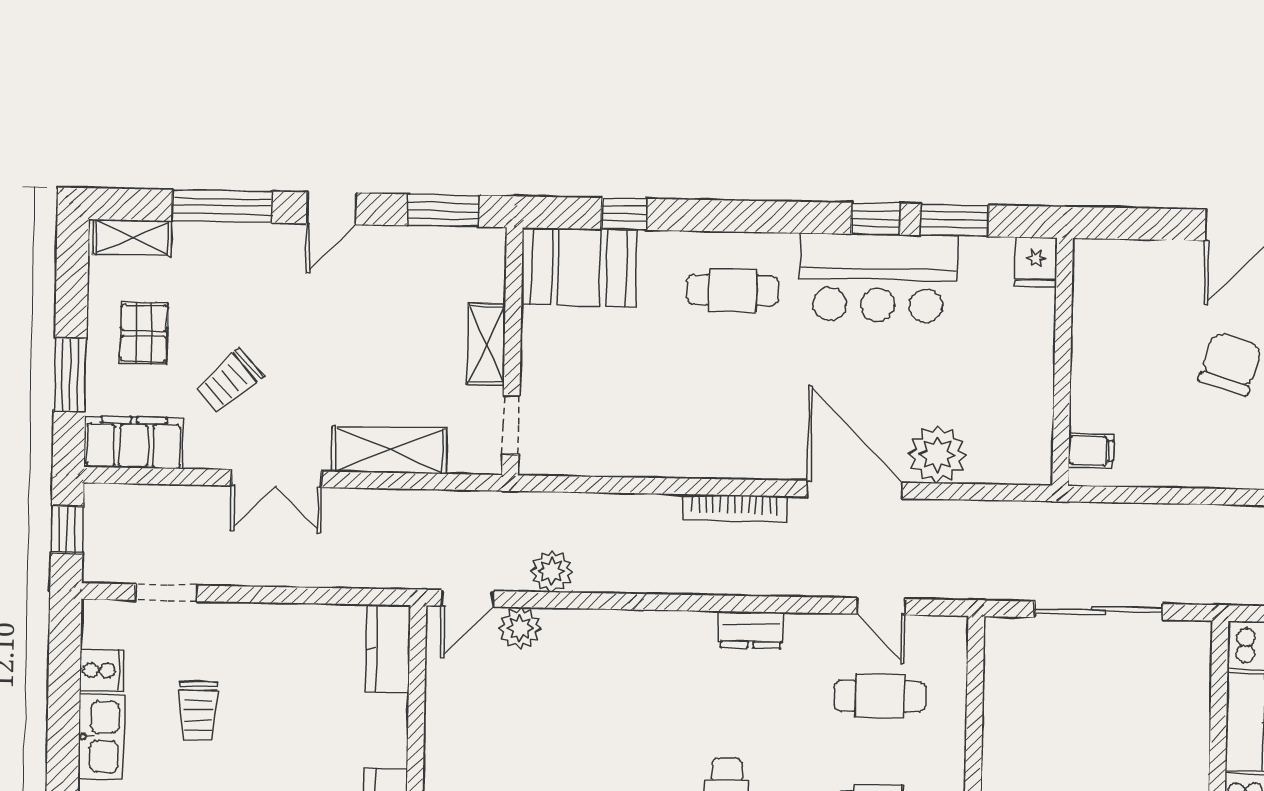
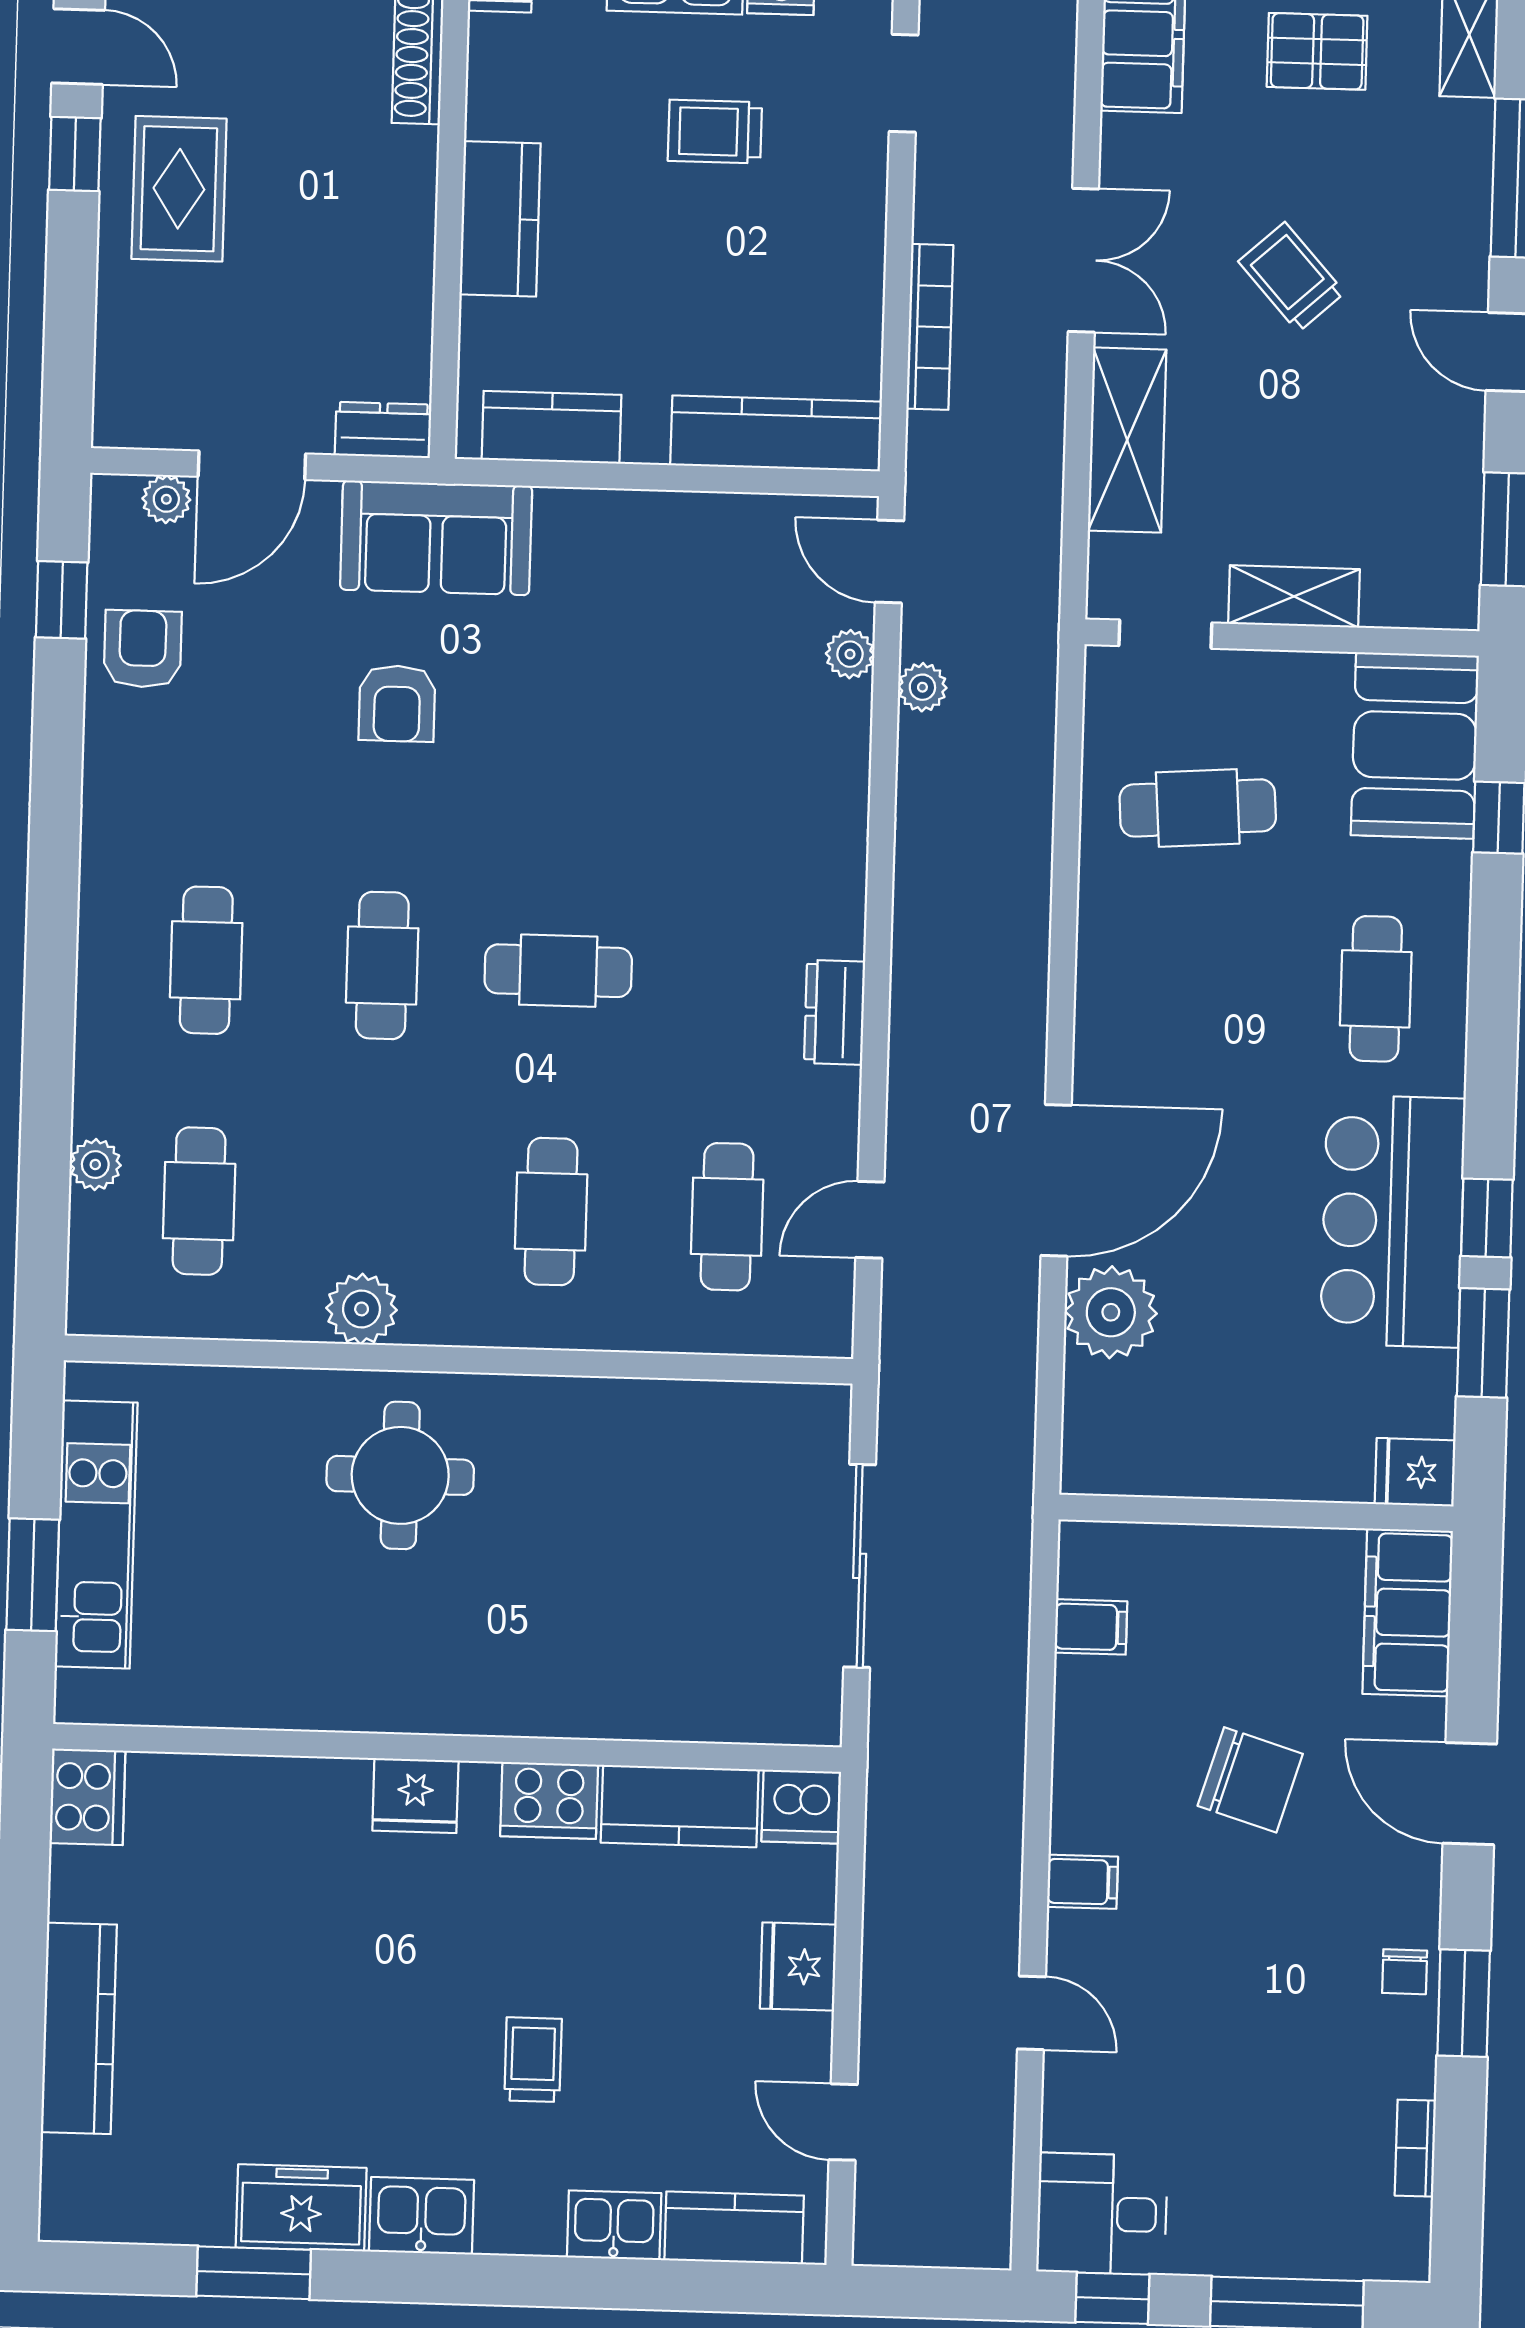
filing cabinet: (1124, 266) -> (1408, 1612), added
trolley: (229, 381) -> (1292, 277), moved
cafe table: (620, 403) -> (1198, 808), added
filing cabinet: (1091, 451) -> (1091, 1627), moved, turned -90
double door: (276, 479) -> (1083, 260), swing flipped
bookcase: (734, 508) -> (930, 327), moved, turned 180
plant: (552, 571) -> (922, 687), width x0.73, depth x0.73
plant: (520, 628) -> (850, 654), width x0.73, depth x0.73
kitchen counter: (388, 649) -> (776, 433), width x1.50

